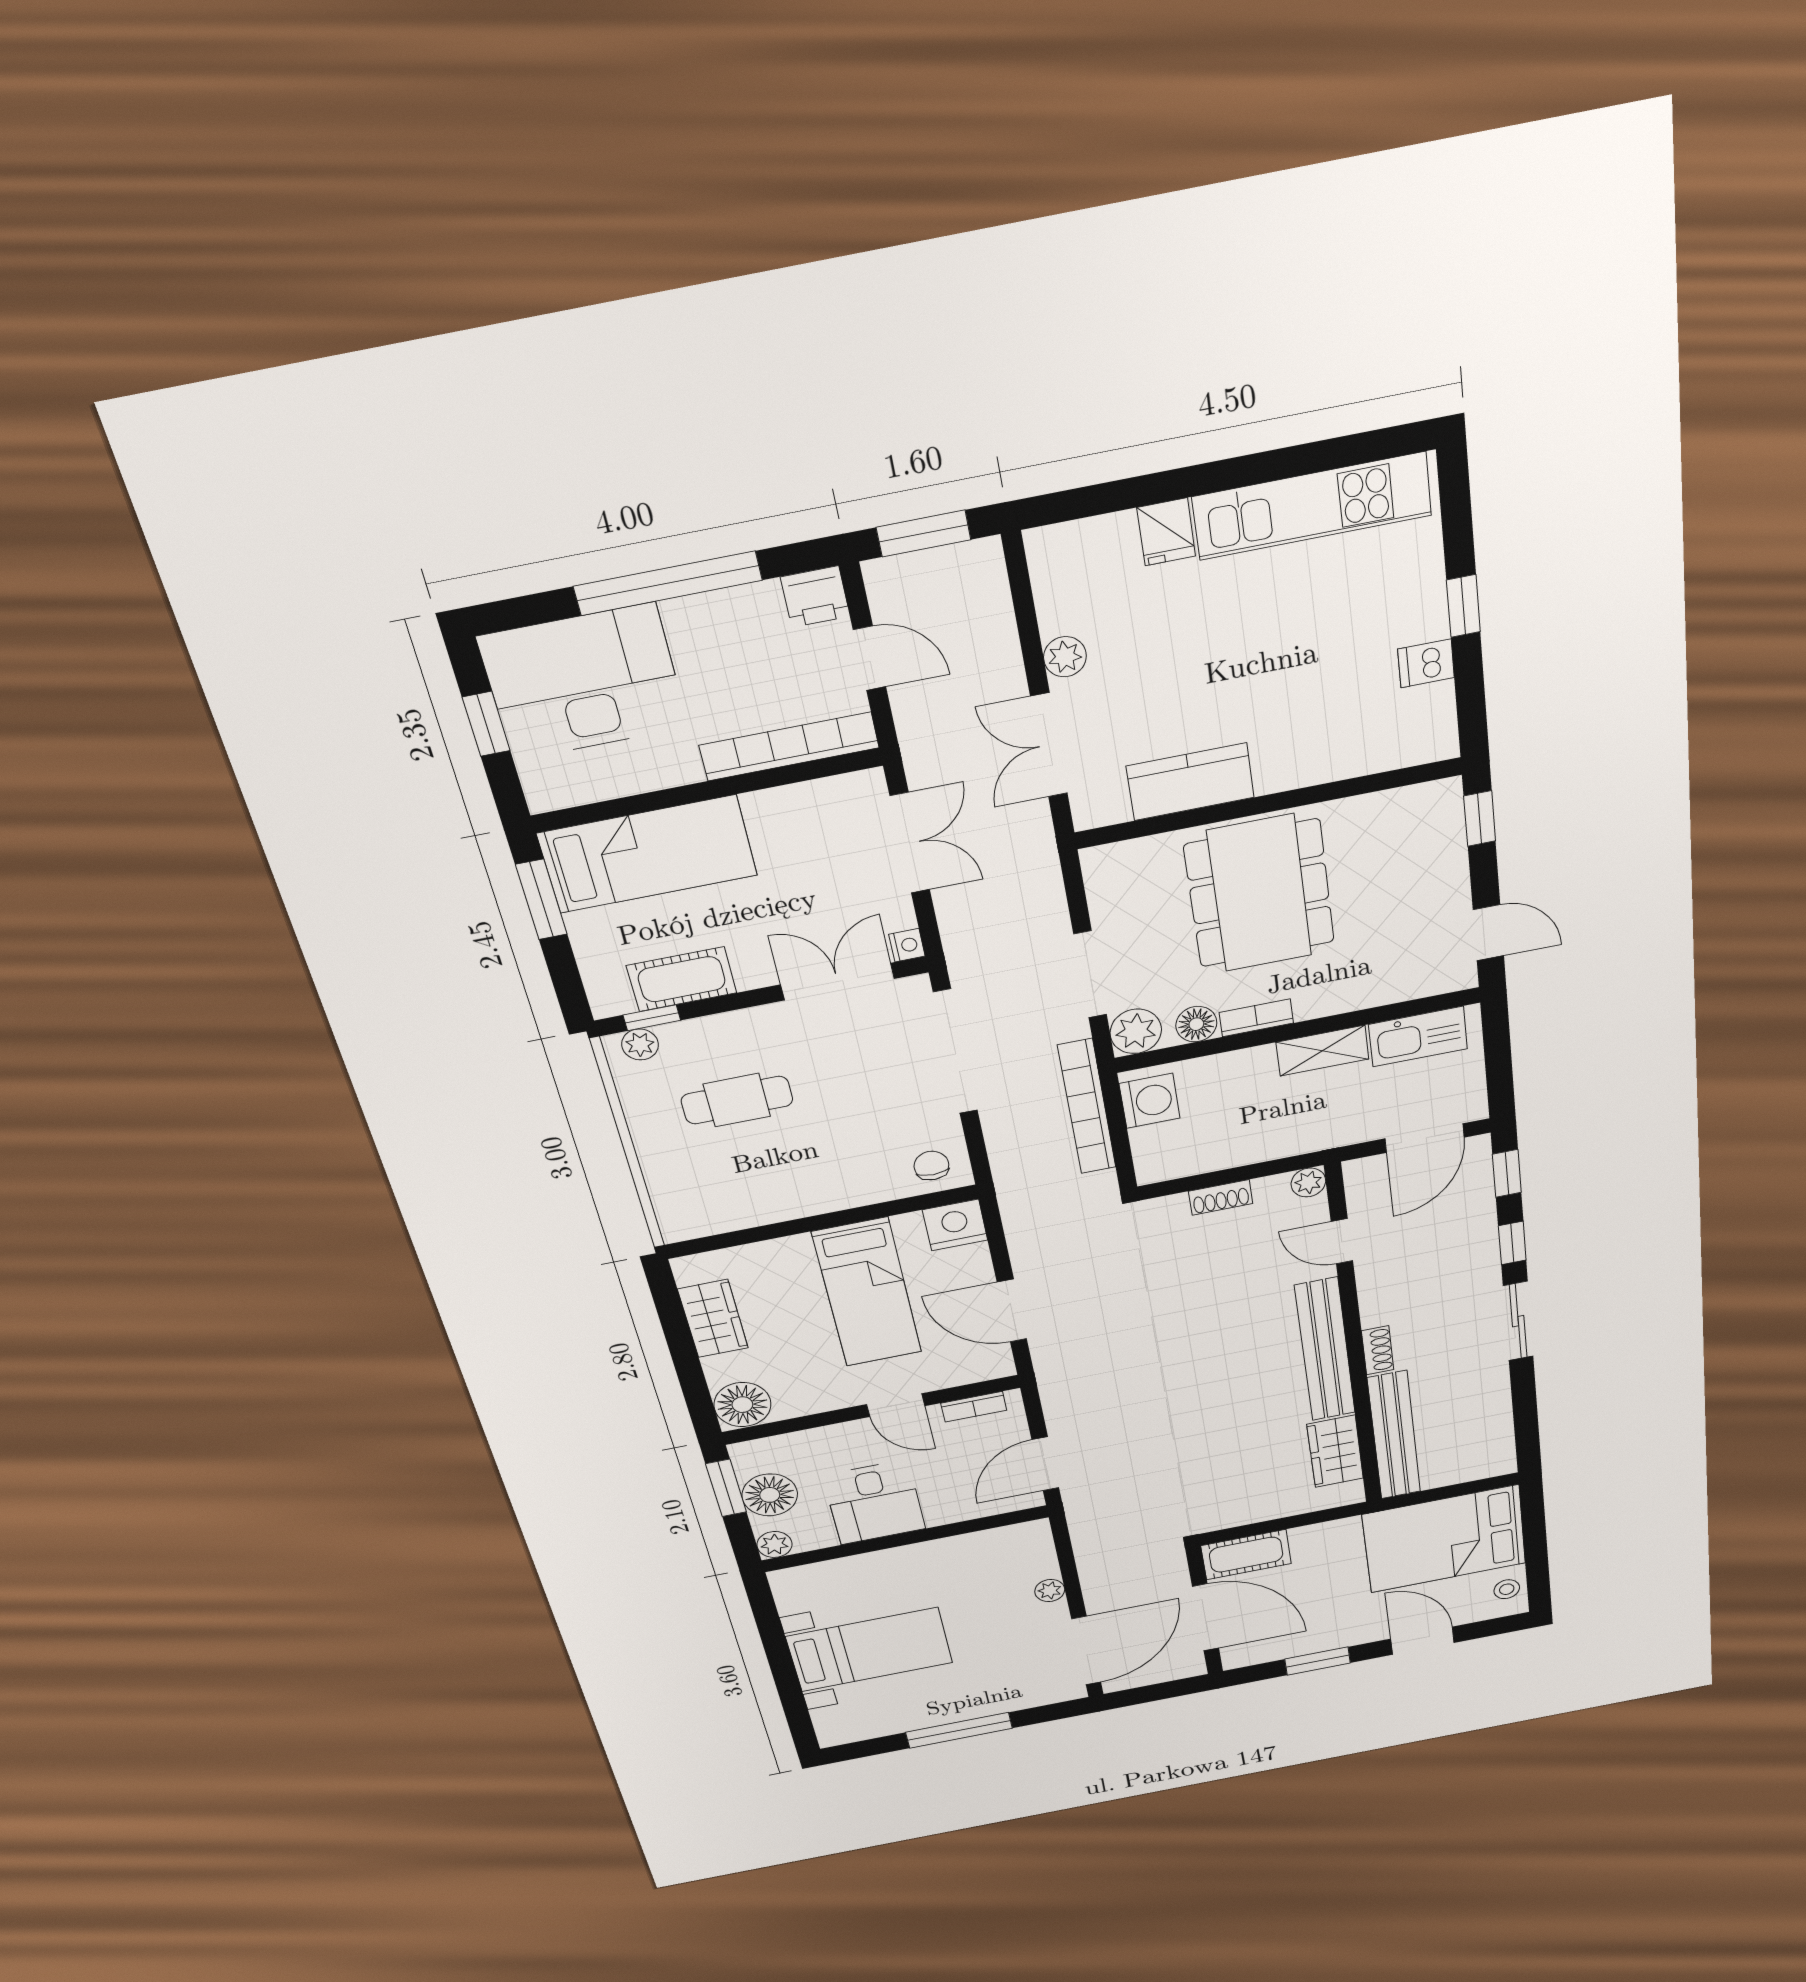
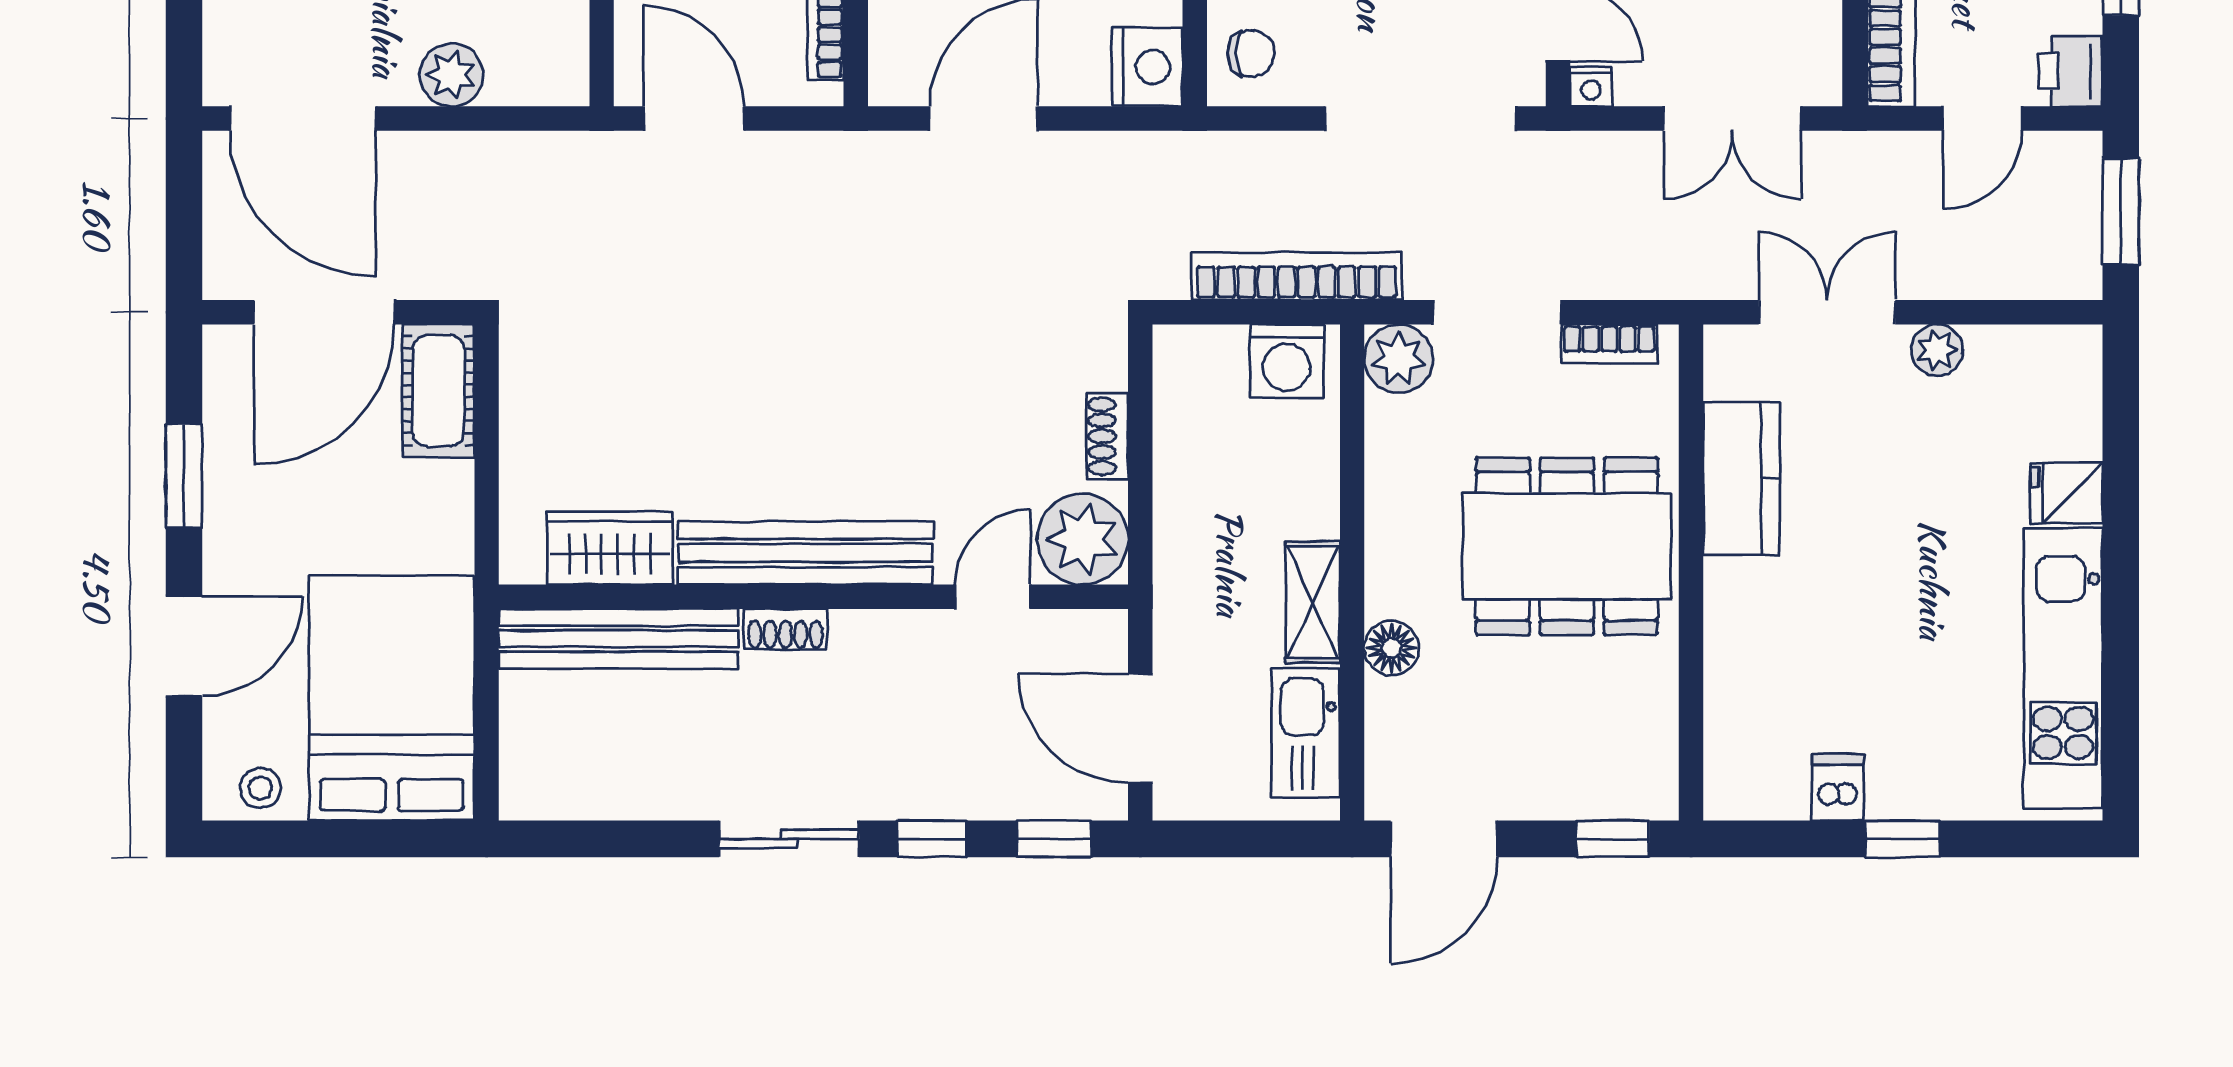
door: (1488, 933) -> (1444, 839), width x1.38
bookcase: (1256, 1018) -> (1609, 344), moved, turned 90
floor lamp: (1196, 1024) -> (1392, 648), moved
plant: (1308, 1182) -> (1083, 539), width x1.88, depth x1.88
plant: (1050, 1591) -> (451, 75), width x1.38, depth x1.38

